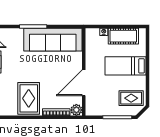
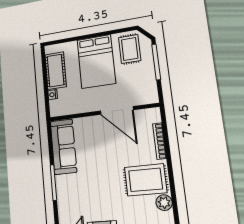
sofa: (53, 40) -> (63, 147), width x0.74, depth x0.79
bed: (125, 66) -> (96, 61), width x1.50
plant: (76, 110) -> (164, 203), moved

